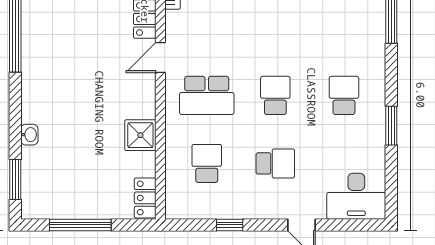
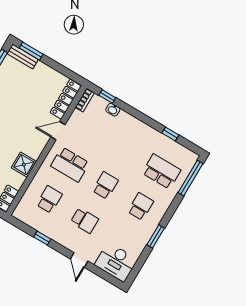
school desk: (344, 27) -> (161, 172), added

